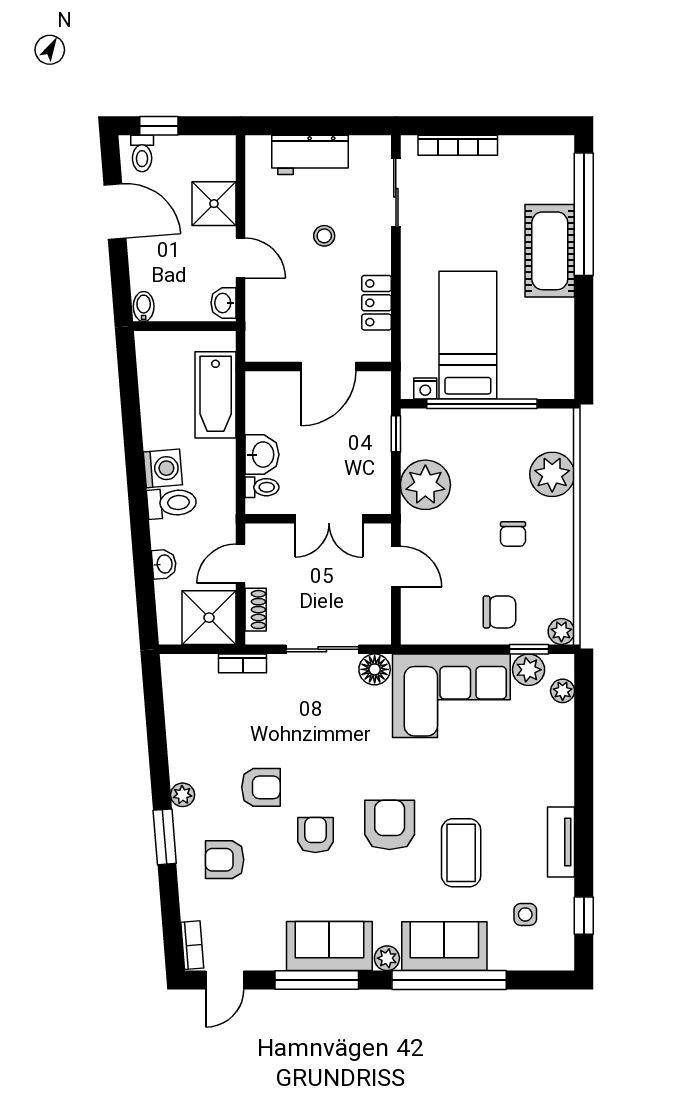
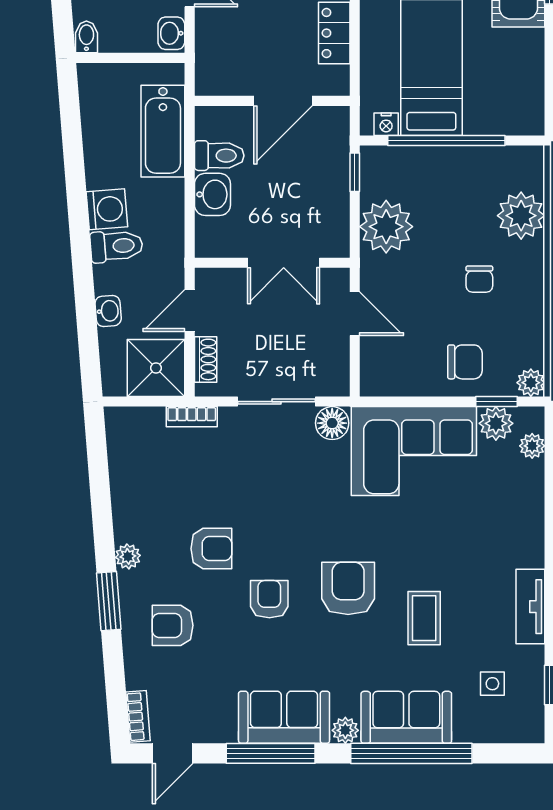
toilet: (262, 487) -> (219, 156), moved, width x1.37, depth x1.39
coffee table: (461, 853) -> (424, 618), width x0.73, depth x0.77

